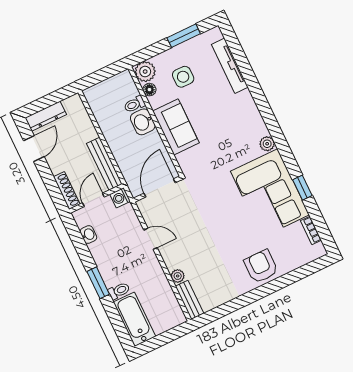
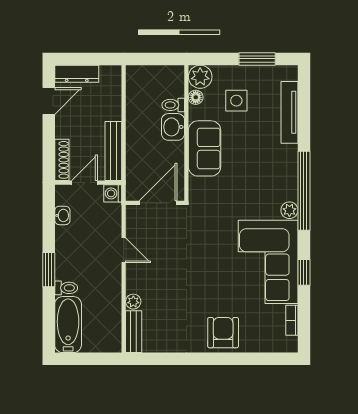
window: (271, 123) -> (304, 191), added

